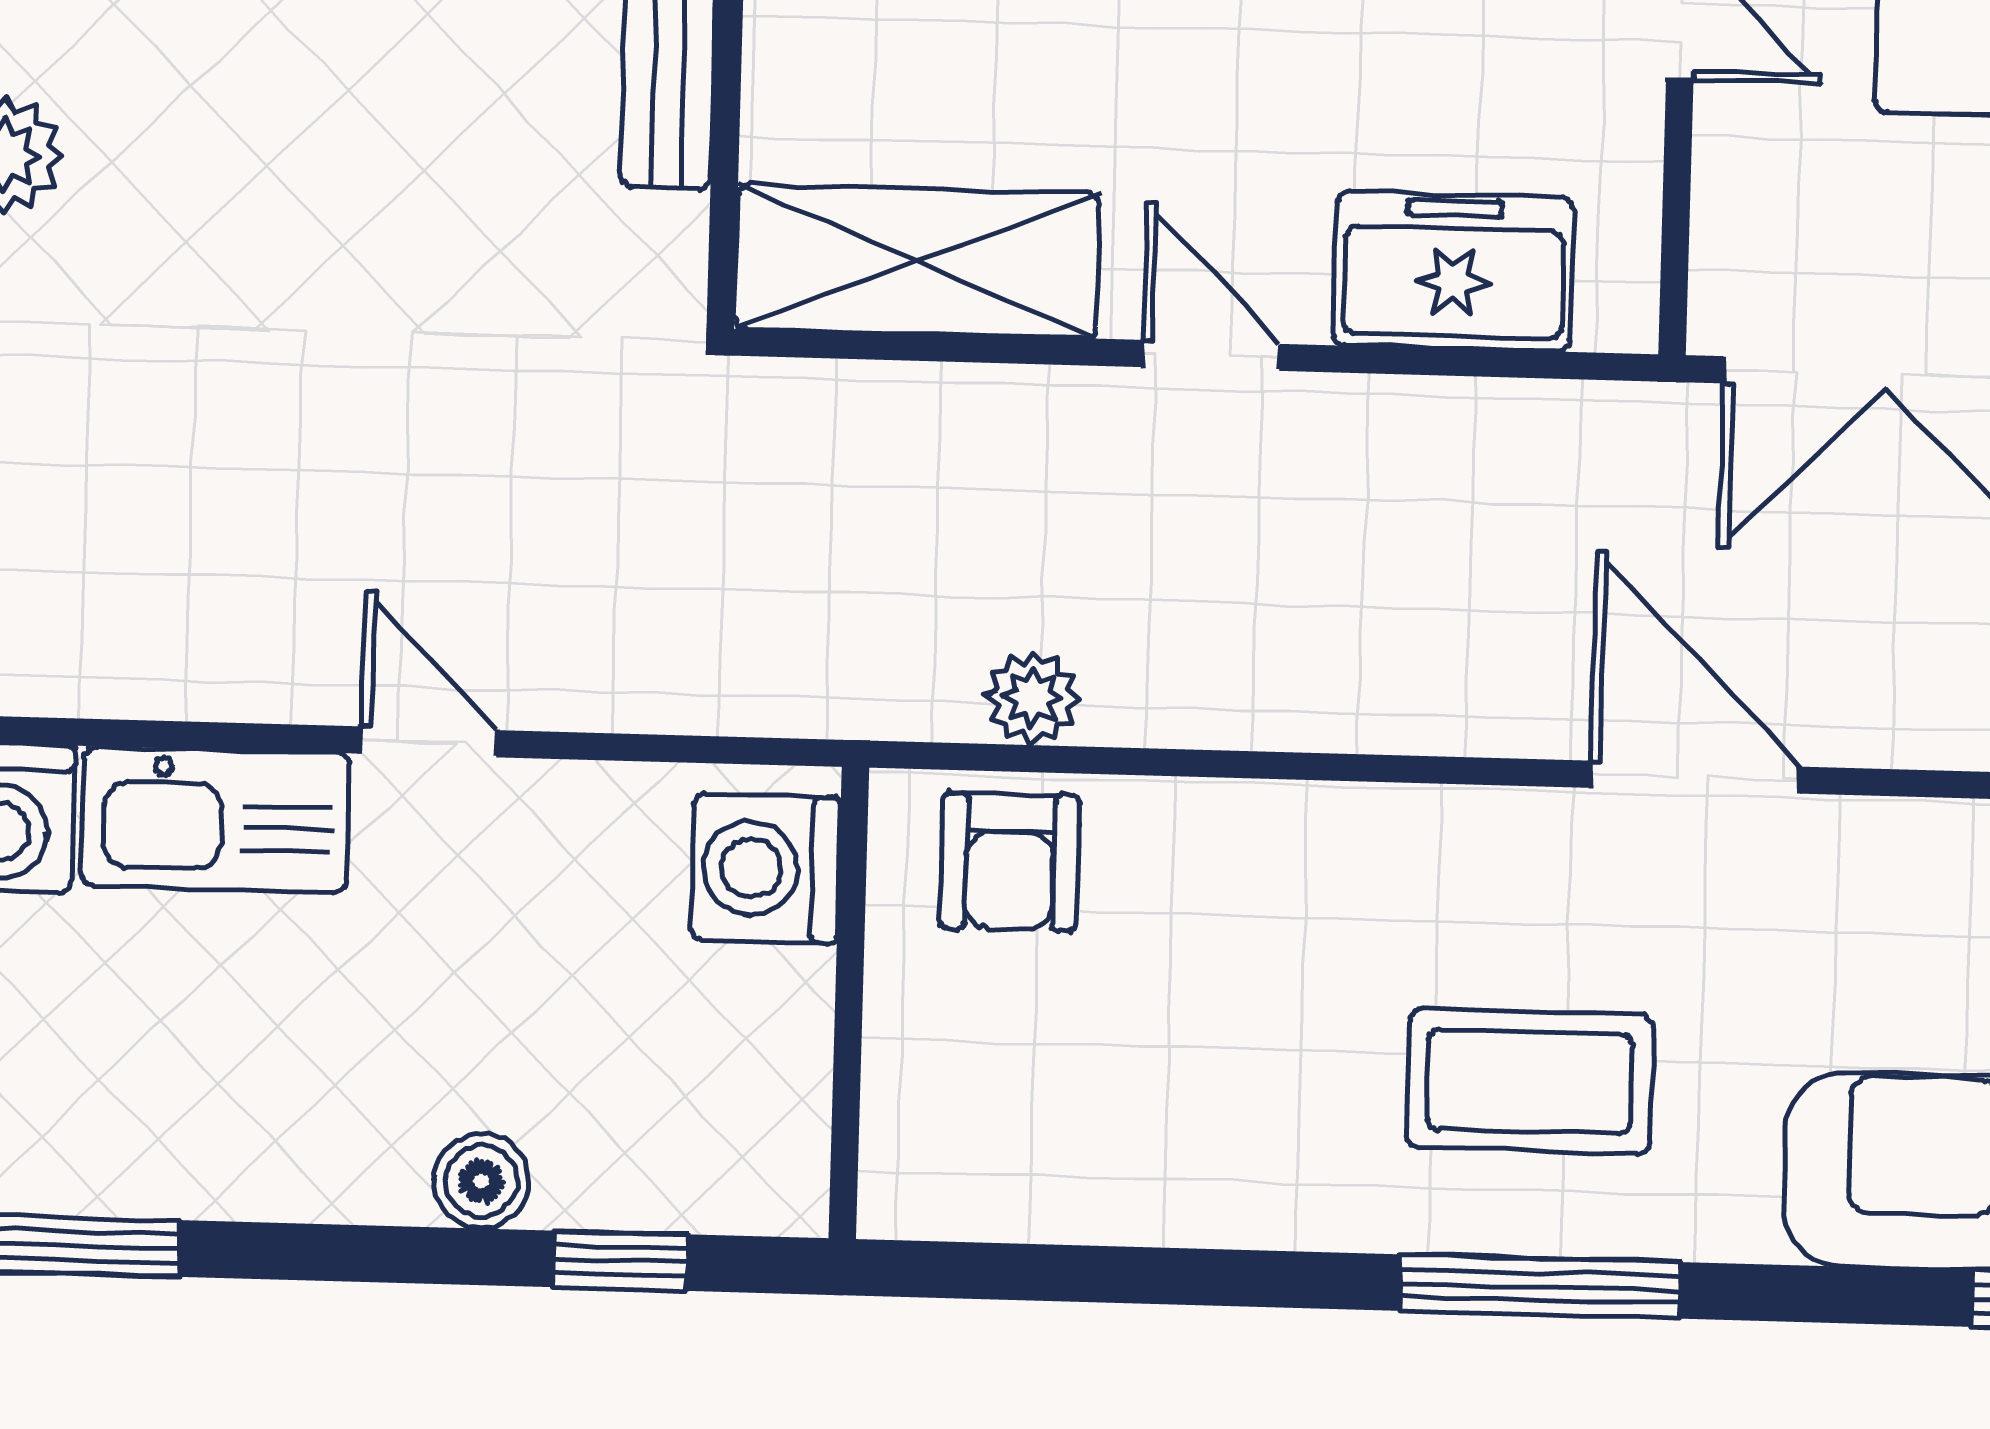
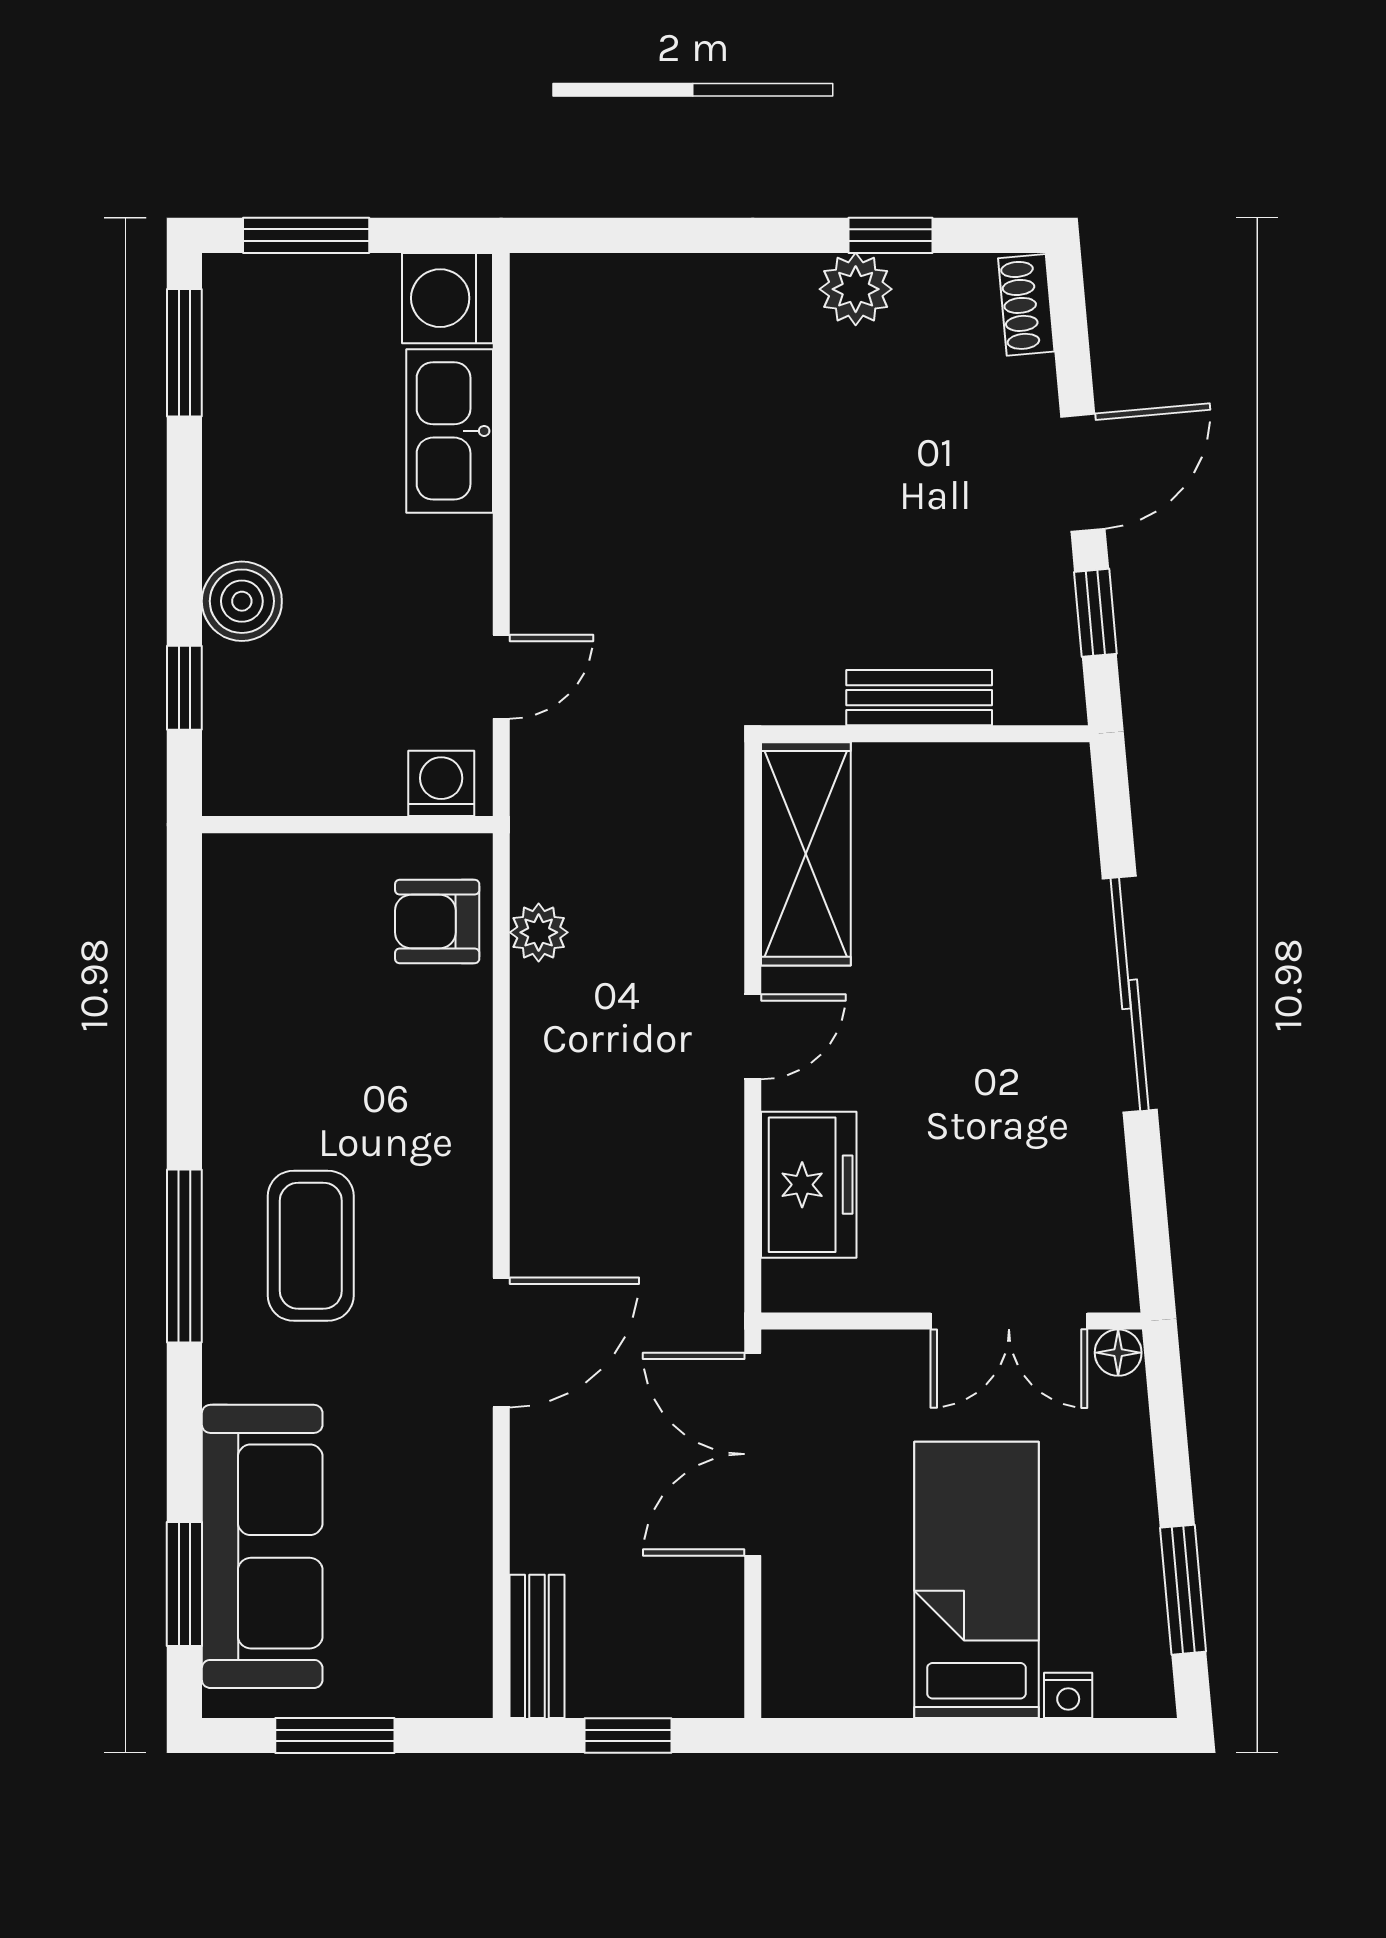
door: (429, 742) -> (501, 677), moved
washing machine: (766, 869) -> (441, 783), width x0.73, depth x0.73
boiler: (482, 1181) -> (242, 601), width x1.36, depth x1.36

